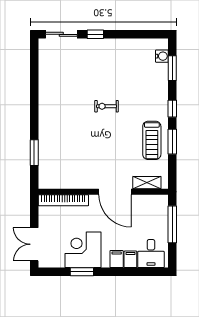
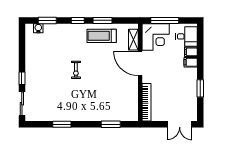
window: (34, 87) -> (62, 124), added
treadmill: (152, 140) -> (102, 36), turned 180
door: (115, 192) -> (140, 64), swing flipped
corner desk: (83, 250) -> (156, 37), moved, turned -90

